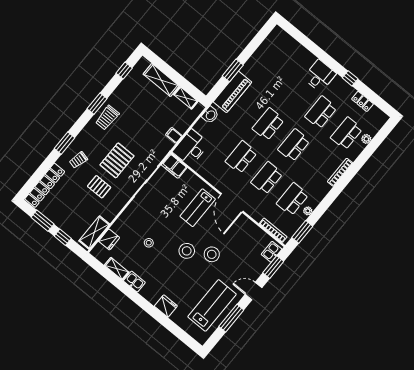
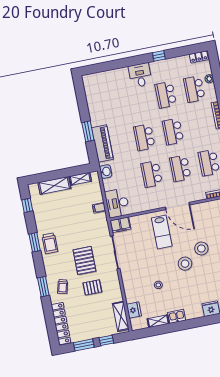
locker: (362, 101) -> (199, 57), moved

